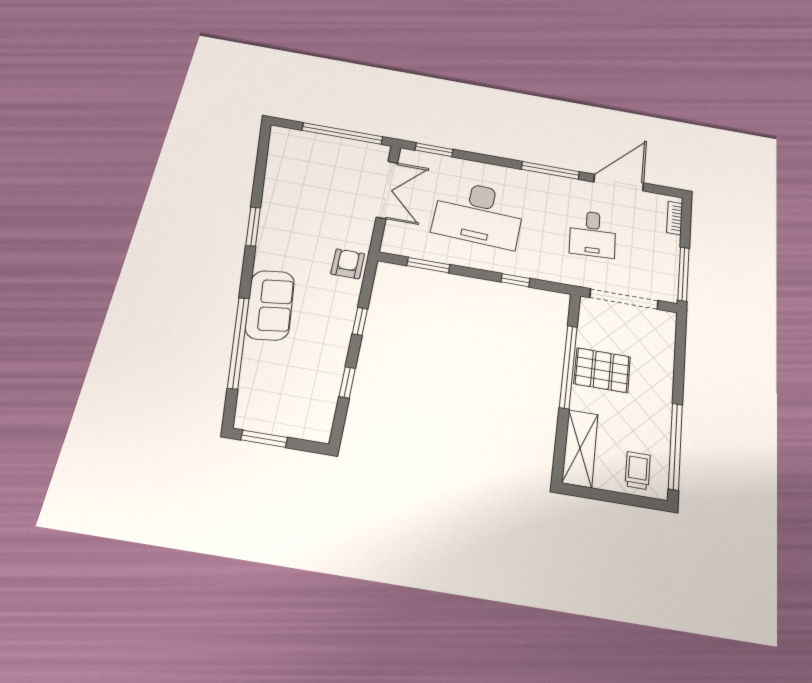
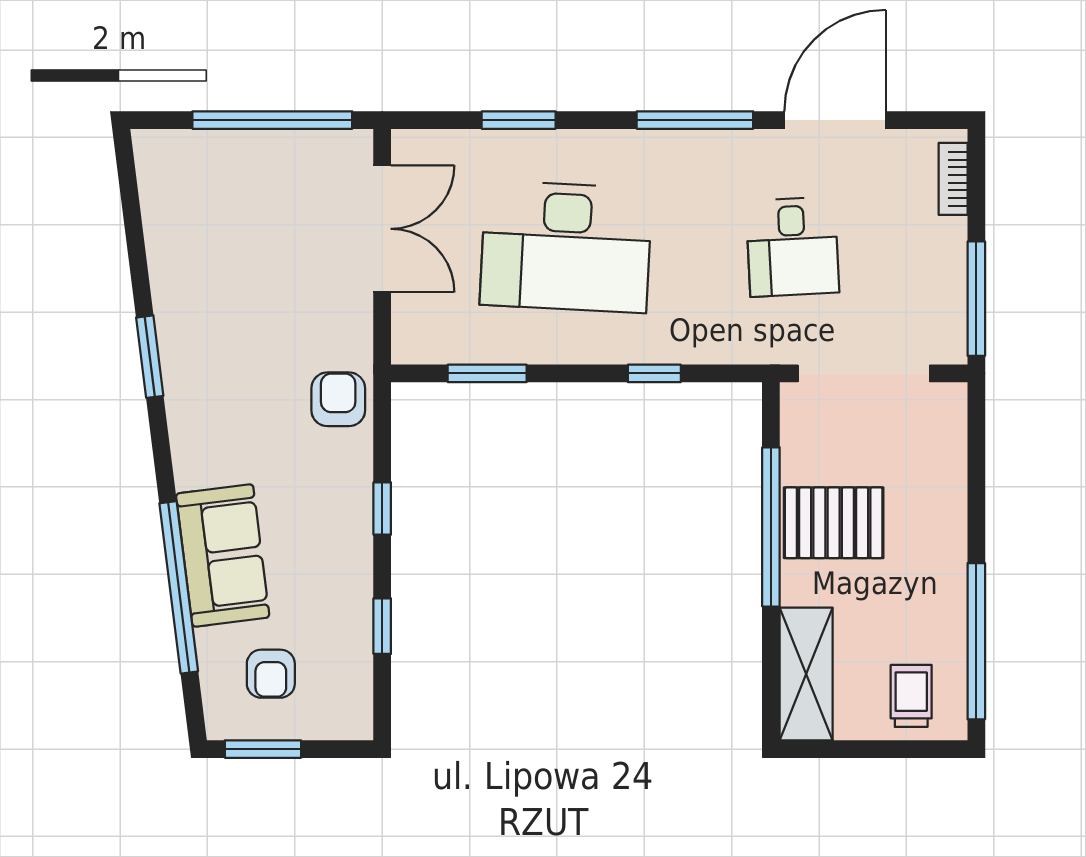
window: (434, 150) -> (519, 120), moved
sofa: (270, 305) -> (223, 556), moved
armchair: (279, 397) -> (271, 674), added

